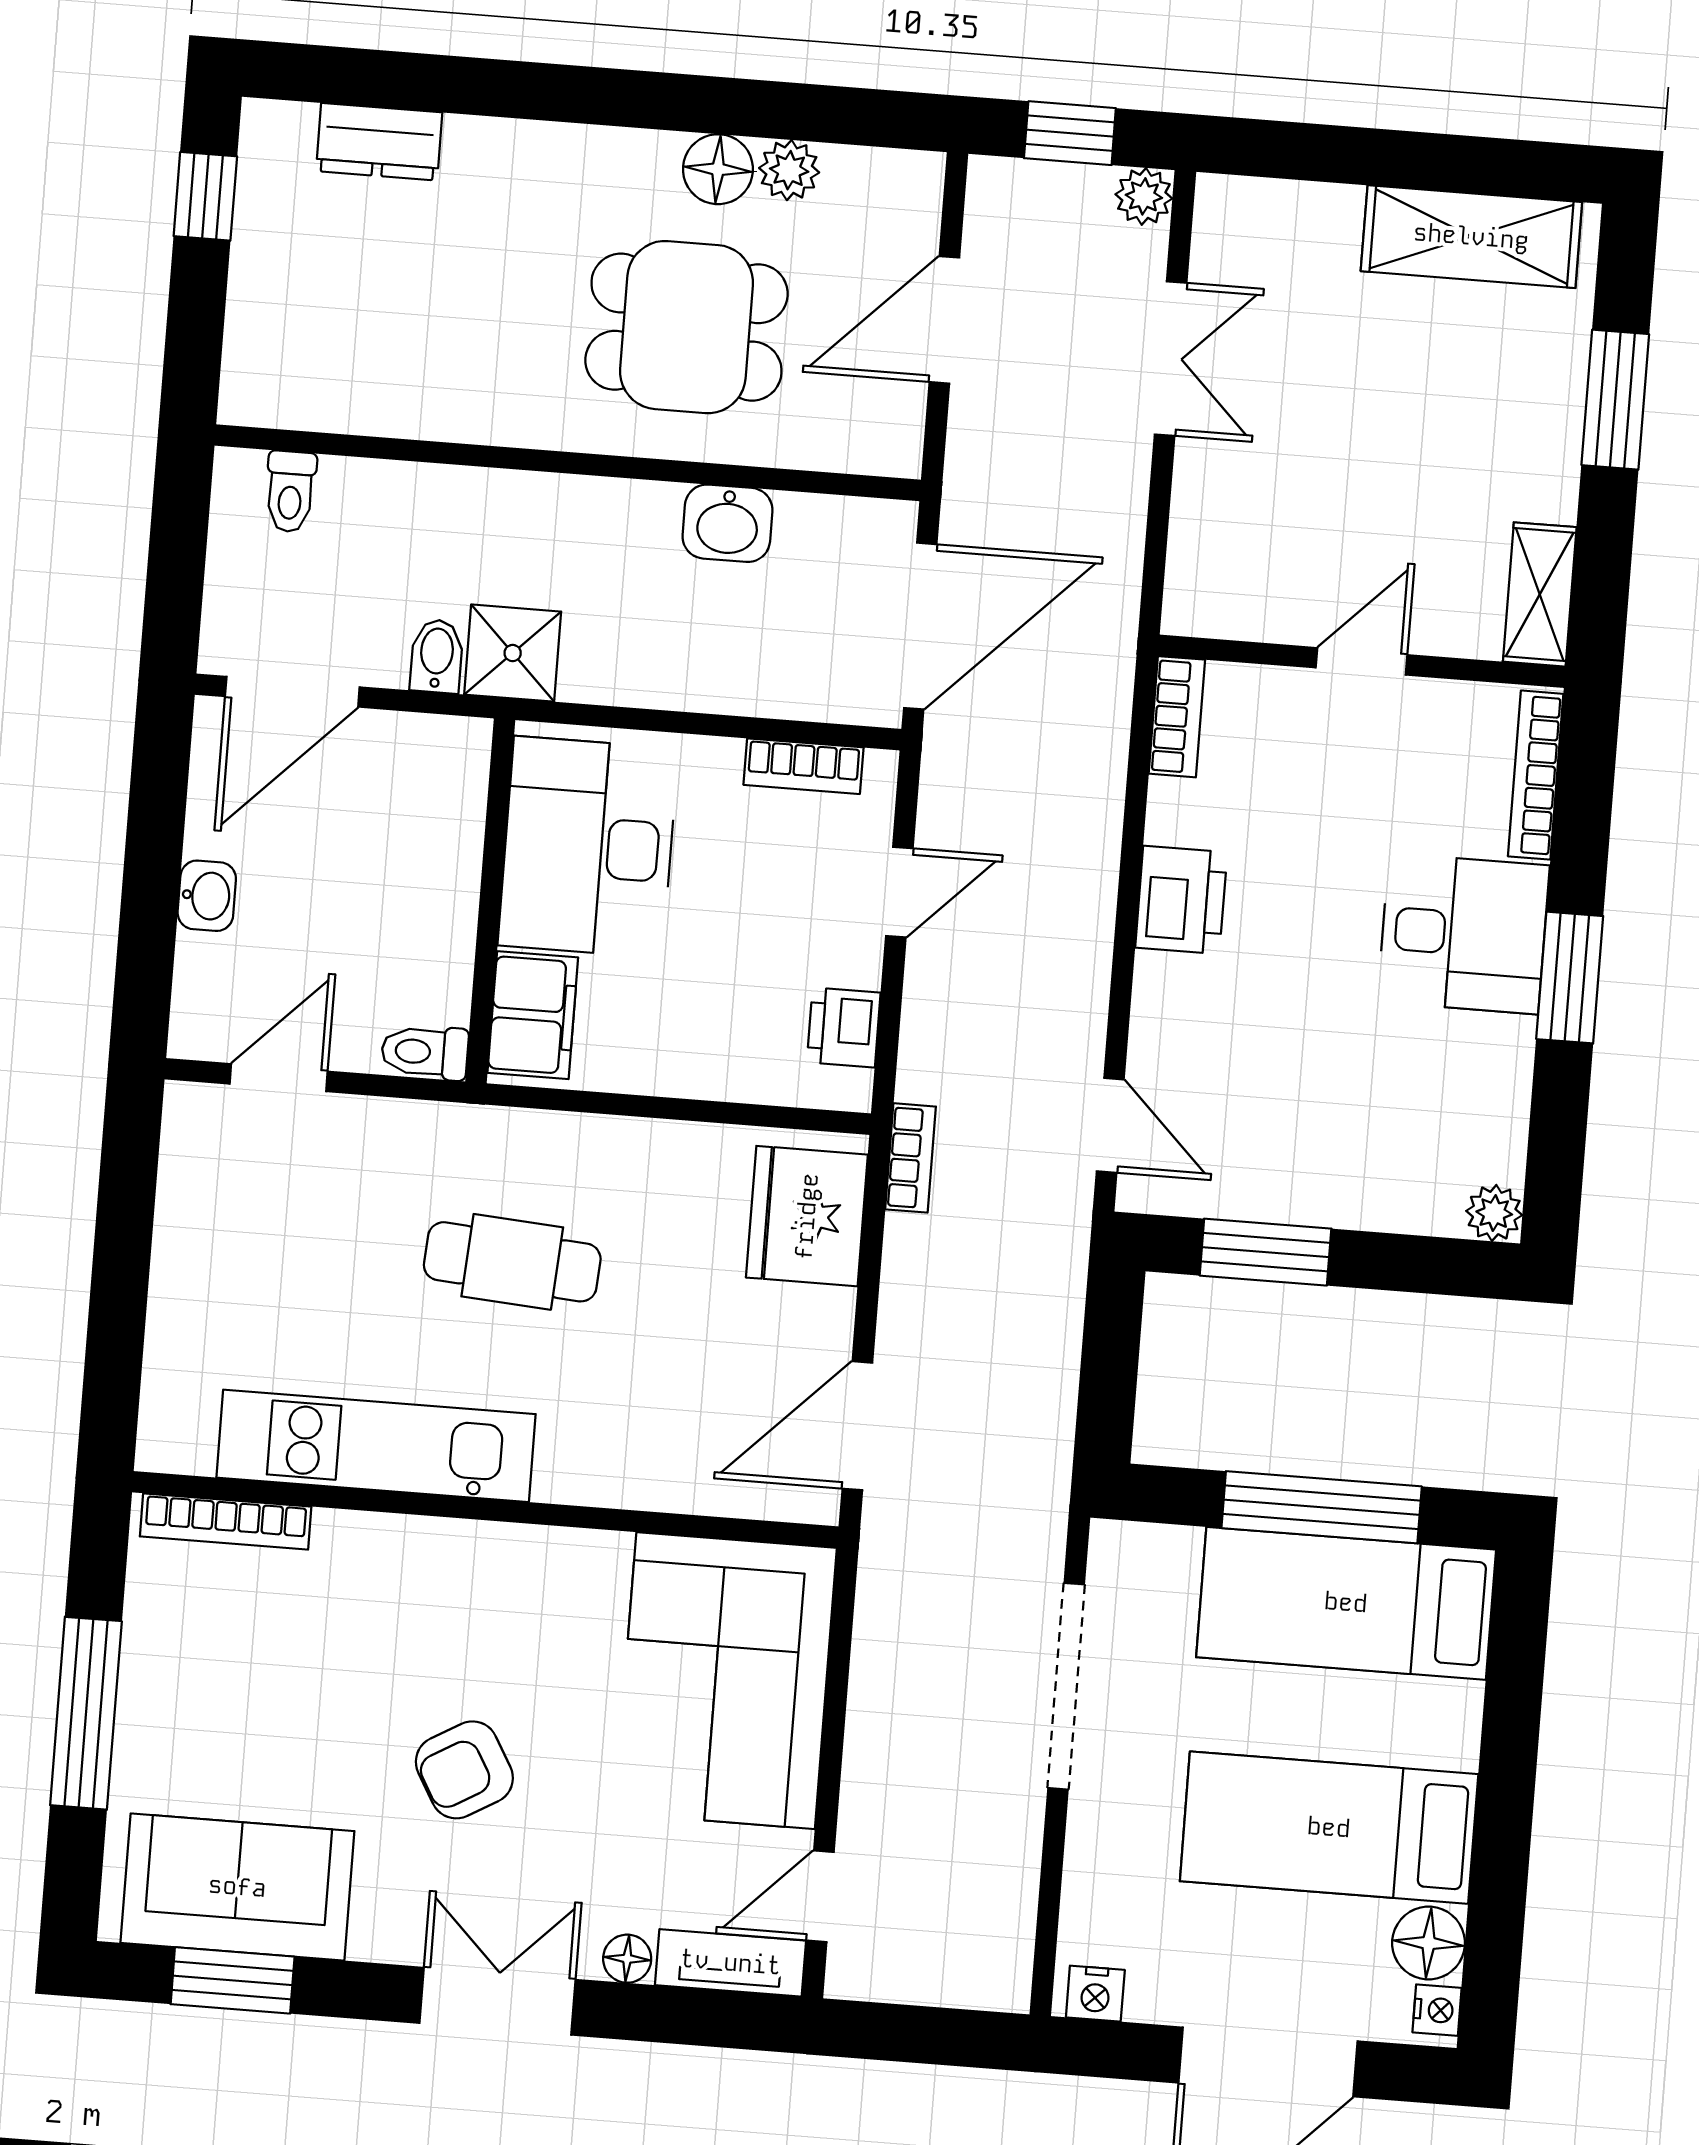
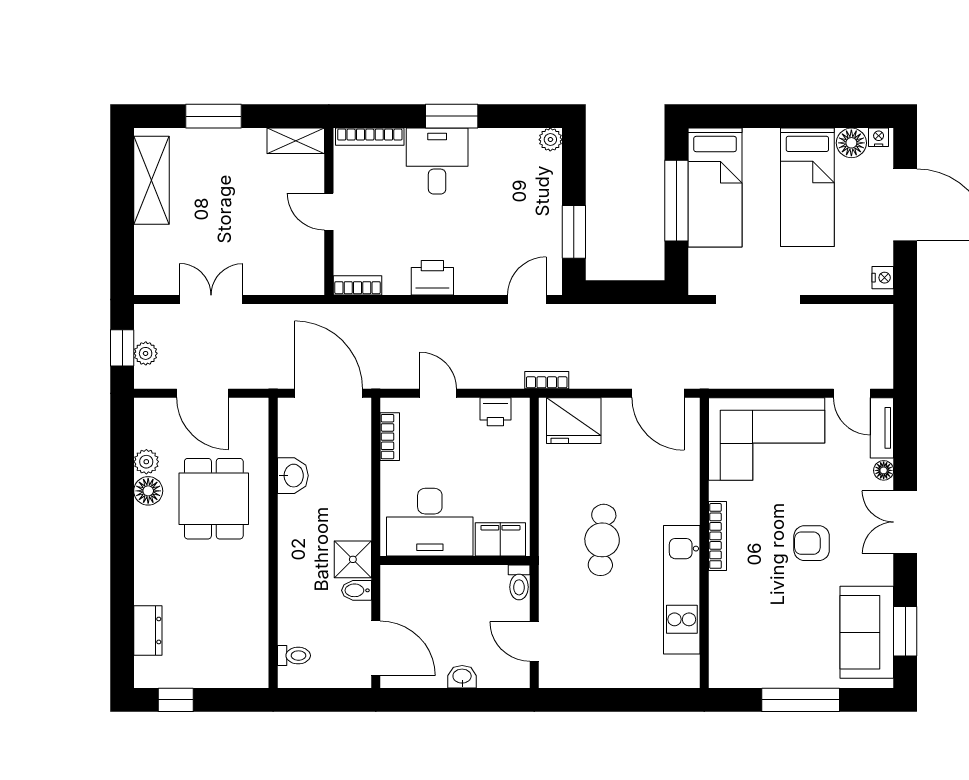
plant: (1144, 196) -> (146, 353), moved
bookcase: (226, 1521) -> (718, 536), moved
armchair: (464, 1770) -> (812, 543), turned 120

